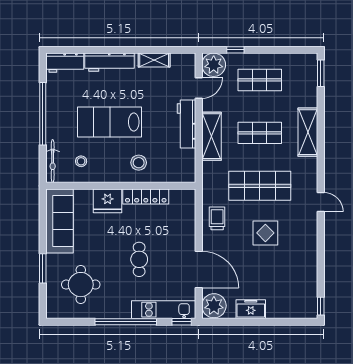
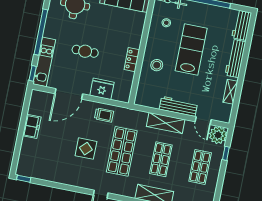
locker: (146, 196) -> (132, 60), width x0.66
fridge: (108, 201) -> (102, 89), moved, turned 90
plant: (214, 306) -> (40, 100), removed

